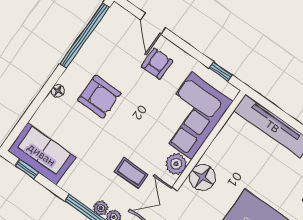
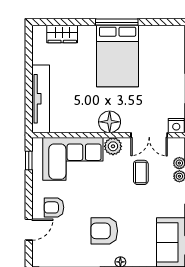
armchair: (99, 97) -> (104, 231), turned -90

